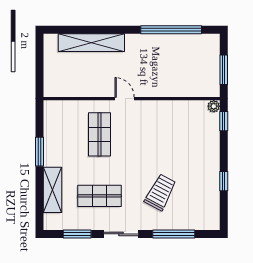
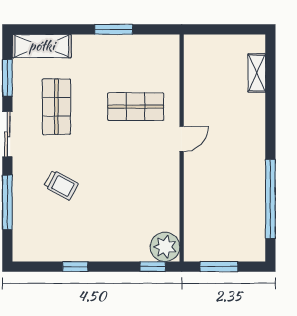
shelving: (91, 43) -> (257, 73), width x0.45, depth x0.75
plant: (214, 106) -> (165, 247), width x1.88, depth x1.88
shelving: (53, 190) -> (42, 46), moved
trolley: (160, 192) -> (61, 185), width x0.73, depth x0.72

